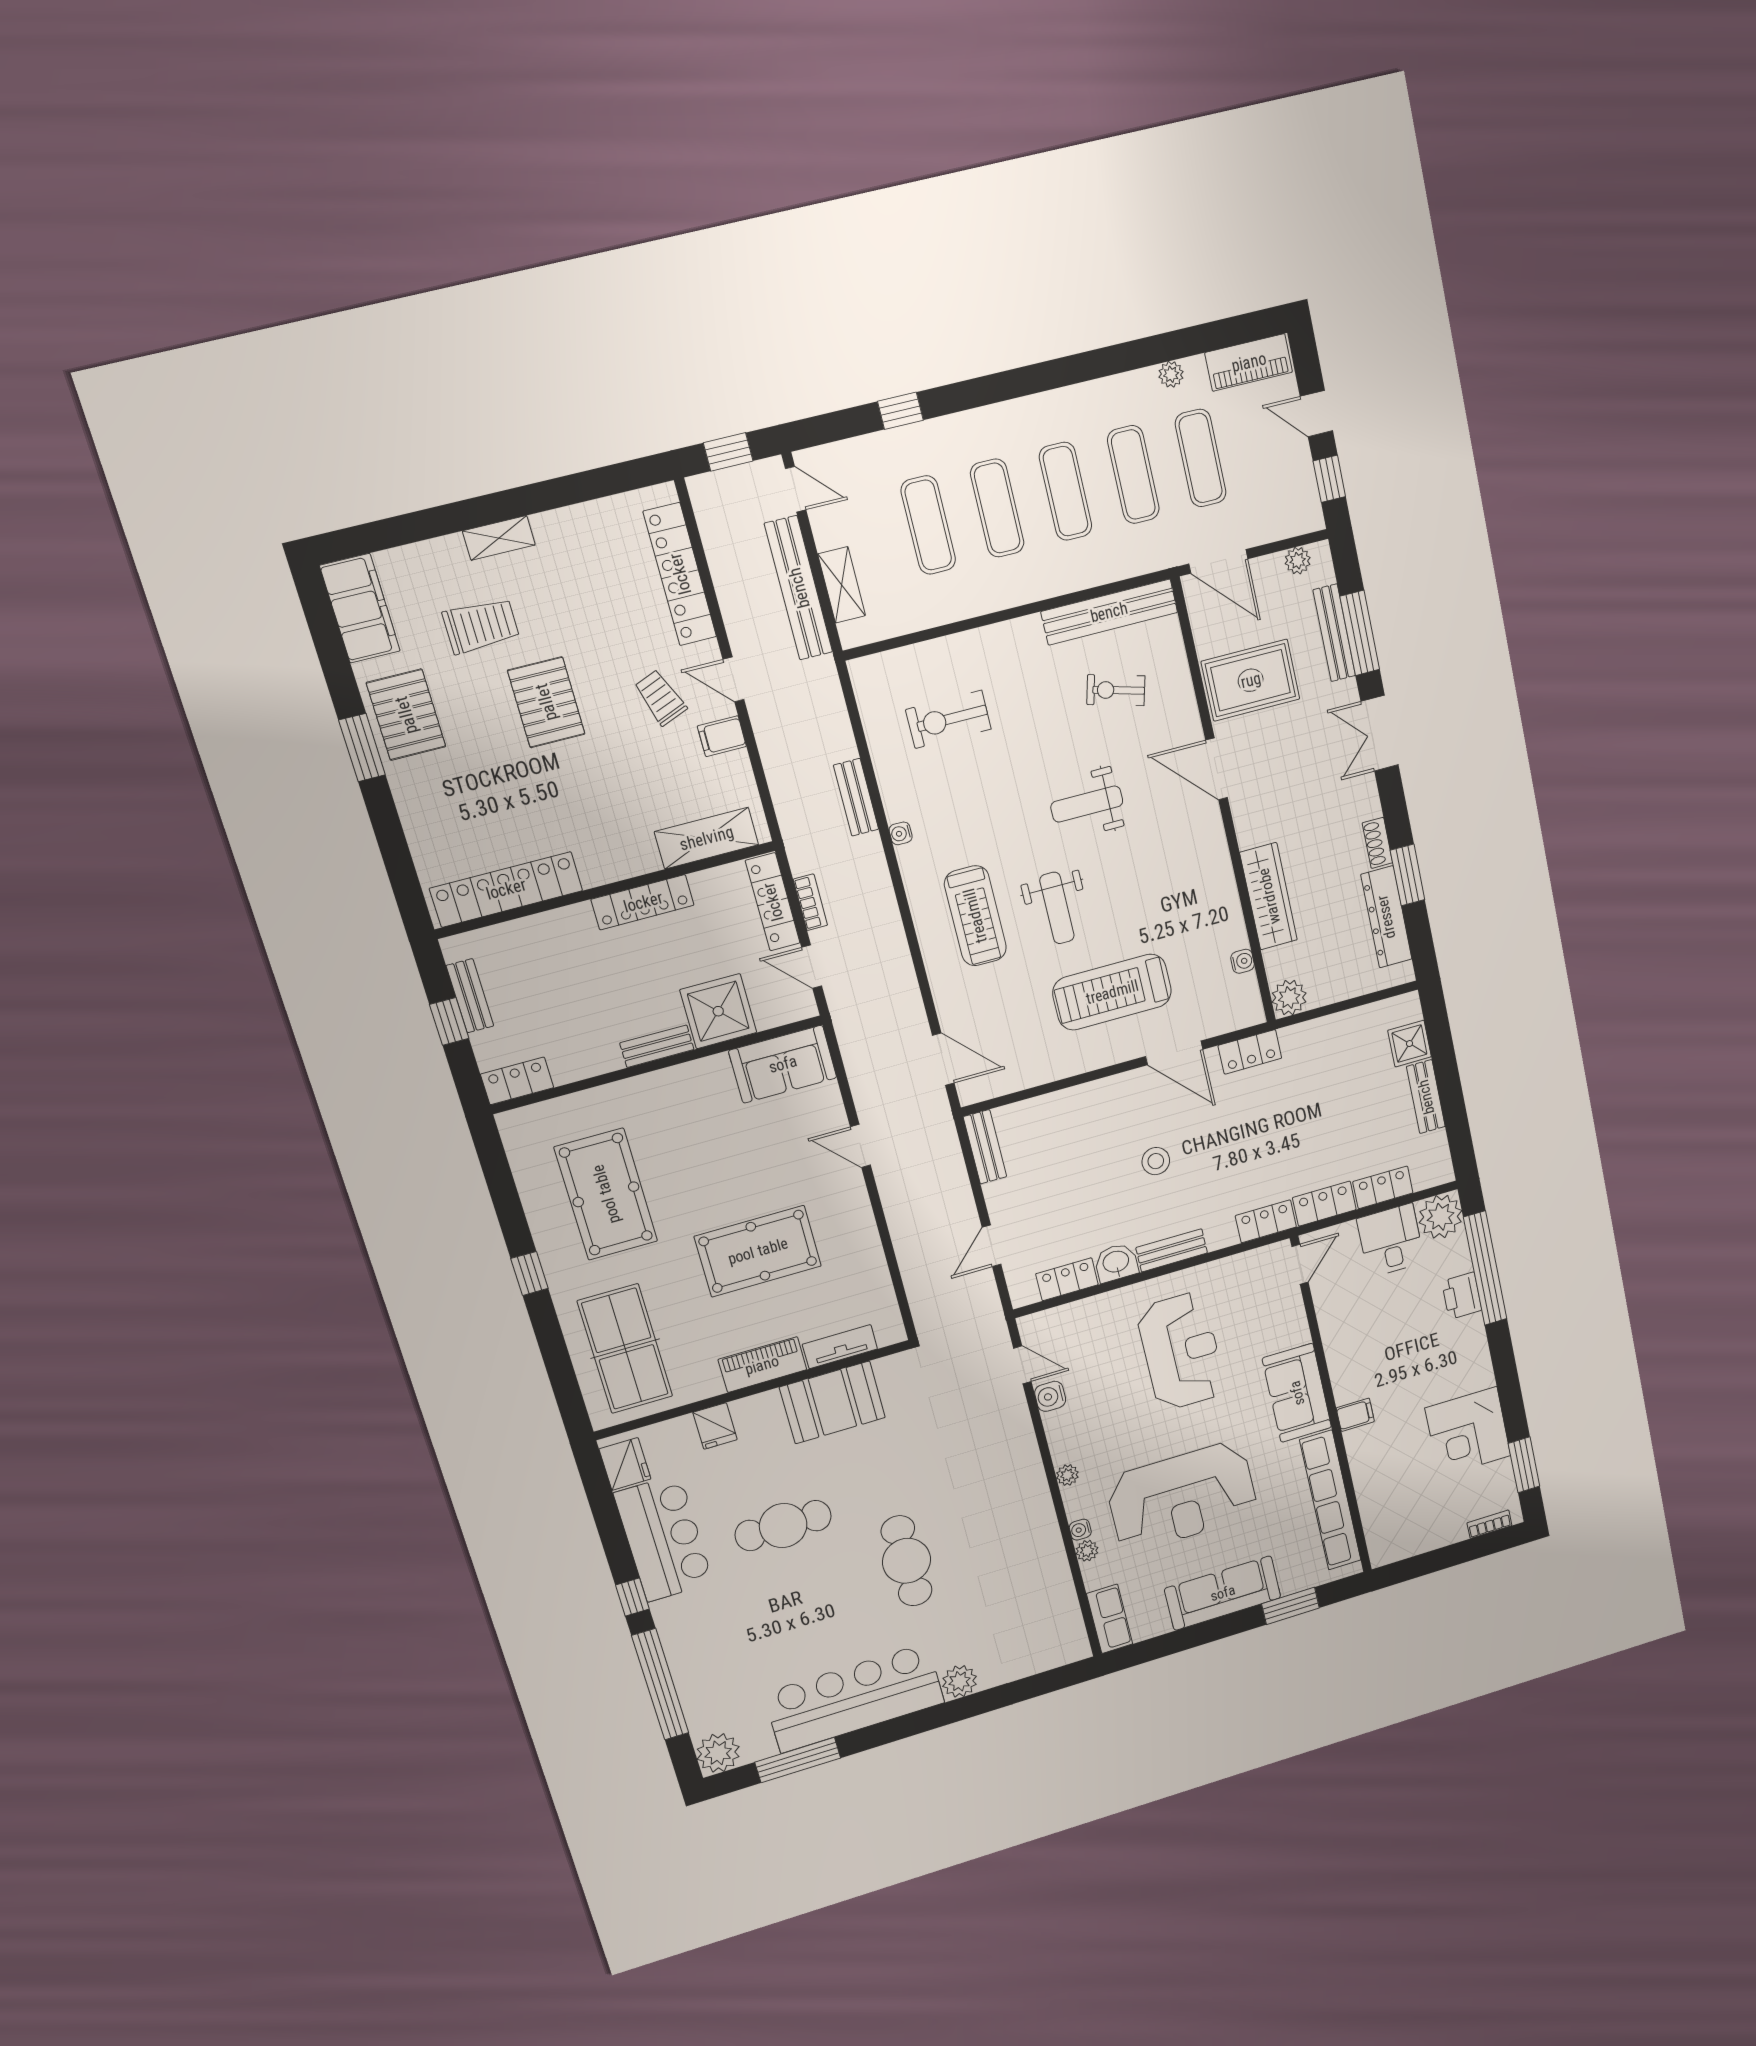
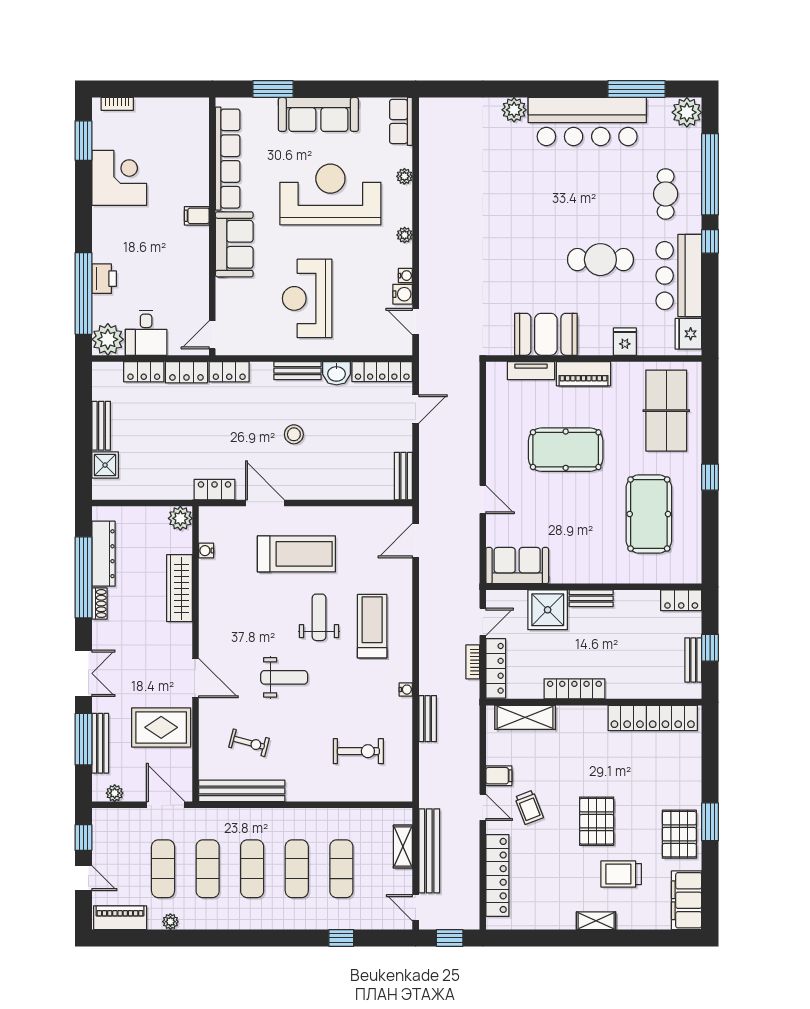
window: (1408, 875) -> (83, 577), width x2.11
door: (812, 967) -> (483, 622), hinge flipped
door: (943, 1059) -> (416, 541), hinge flipped
locker: (1067, 1279) -> (382, 372), width x1.53
water cooler: (1080, 1530) -> (405, 276), moved
cafe table: (907, 1561) -> (666, 194), moved, width x0.73, depth x0.74

